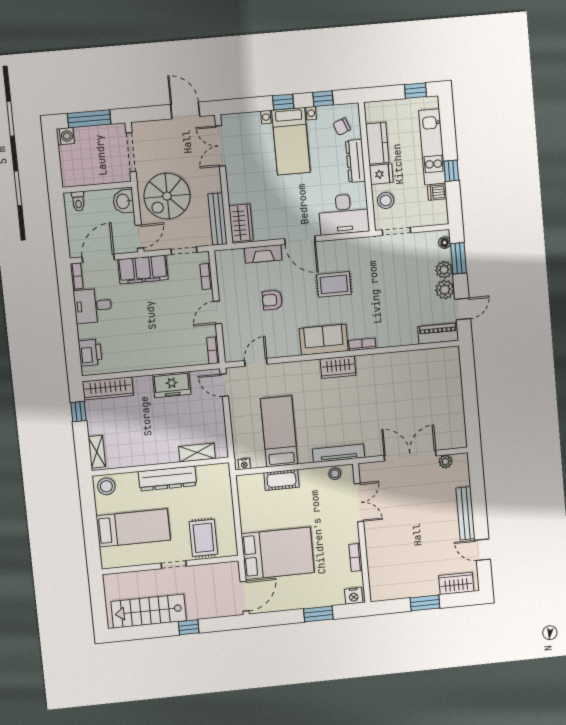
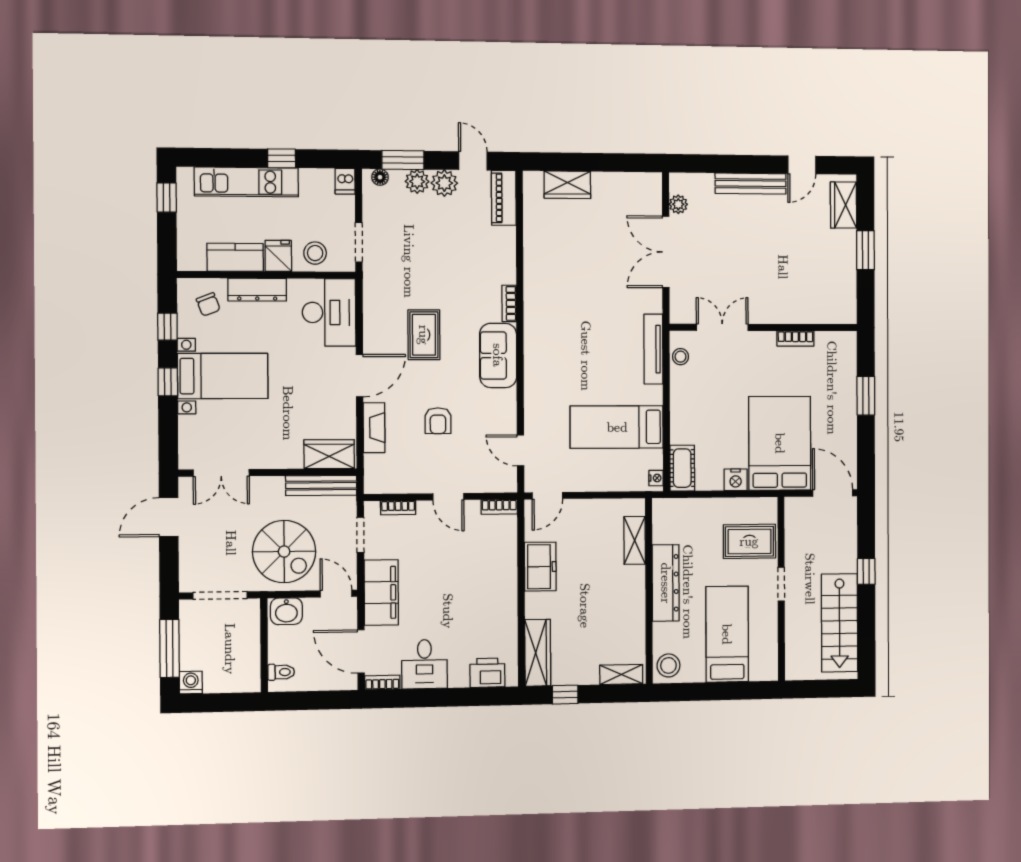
dishwasher: (437, 193) -> (345, 181), moved
wardrobe: (338, 367) -> (567, 185), moved, turned 90
cot: (281, 480) -> (682, 468), moved
nightstand: (354, 596) -> (736, 480), moved, turned 90

